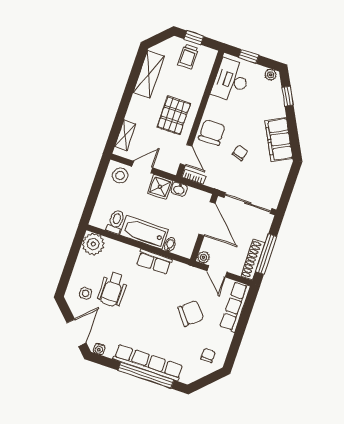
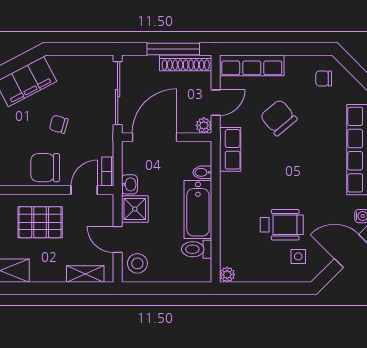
plant: (93, 244) -> (227, 275), width x0.53, depth x0.53
row of seats: (154, 262) -> (230, 149), moved

